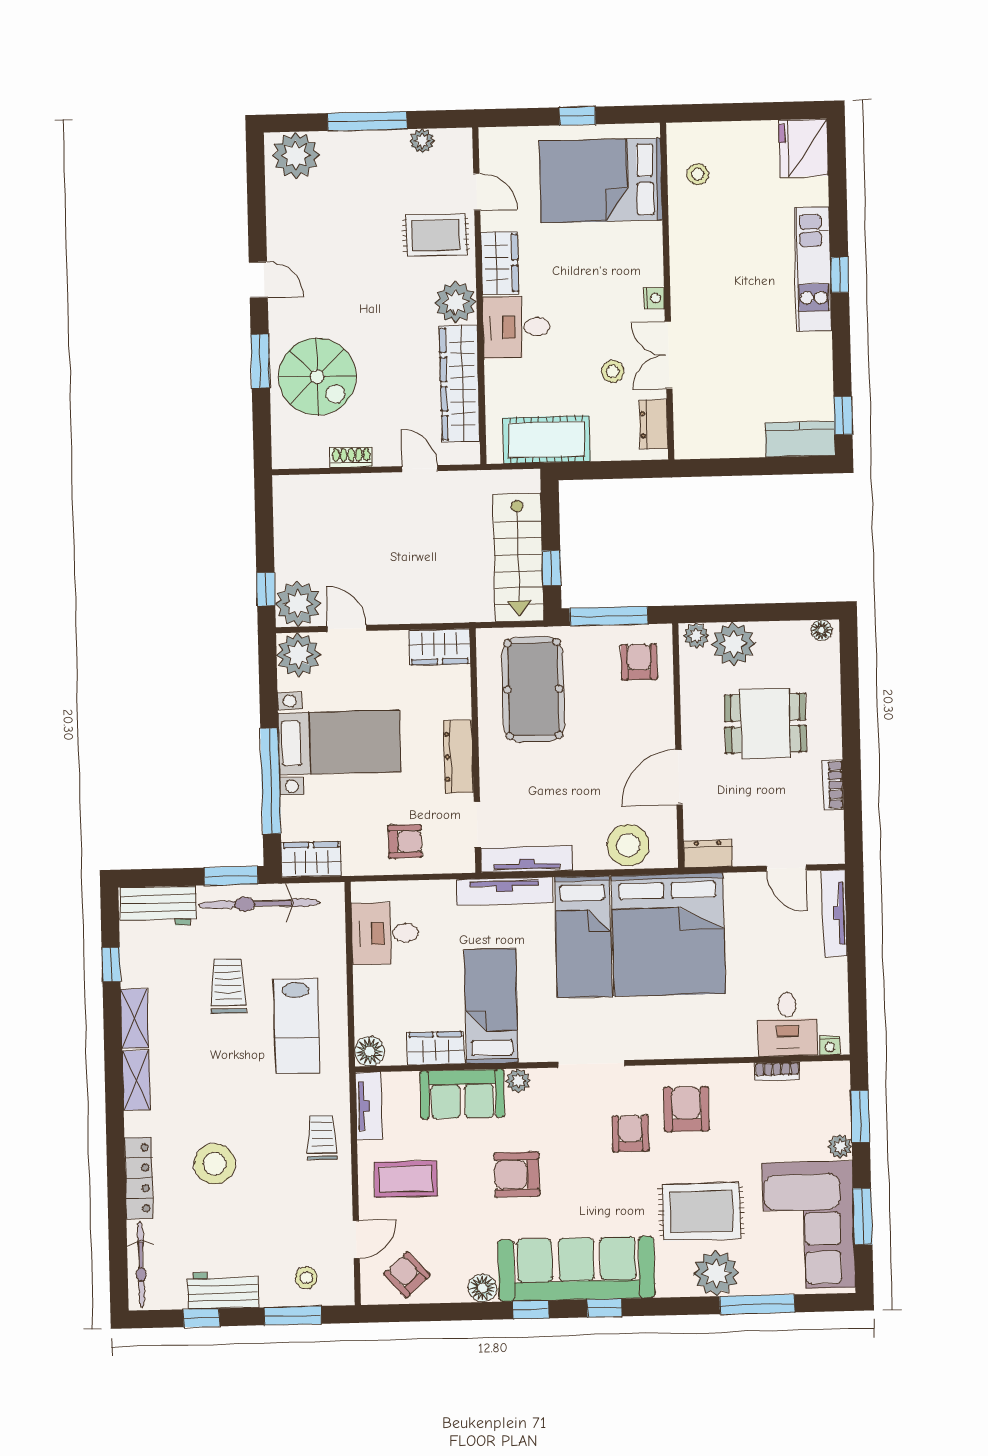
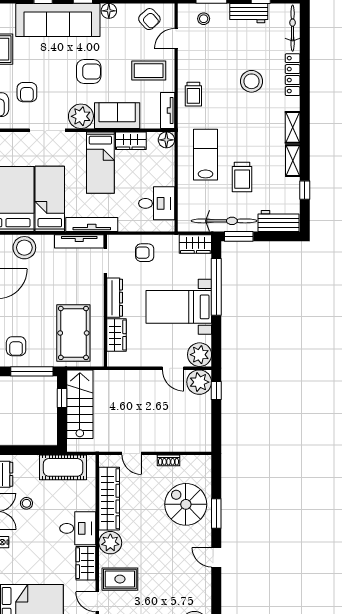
wardrobe: (440, 647) -> (117, 335), moved, turned 90
plant: (518, 1081) -> (81, 116), width x1.88, depth x1.88

